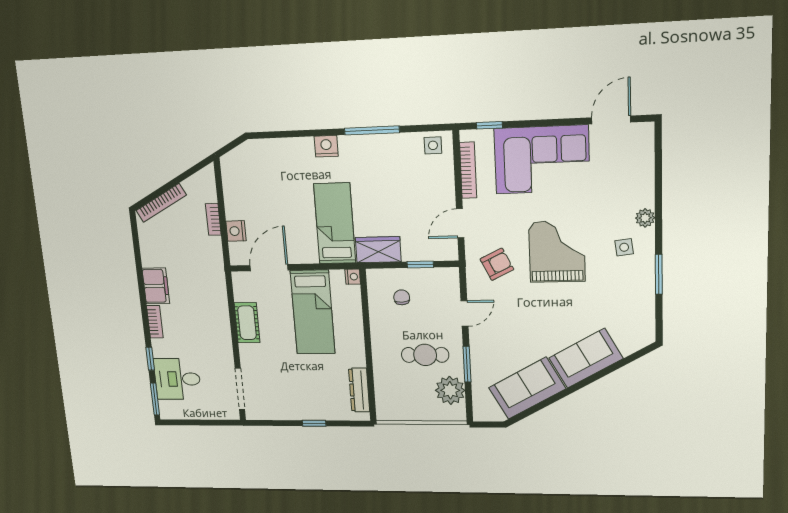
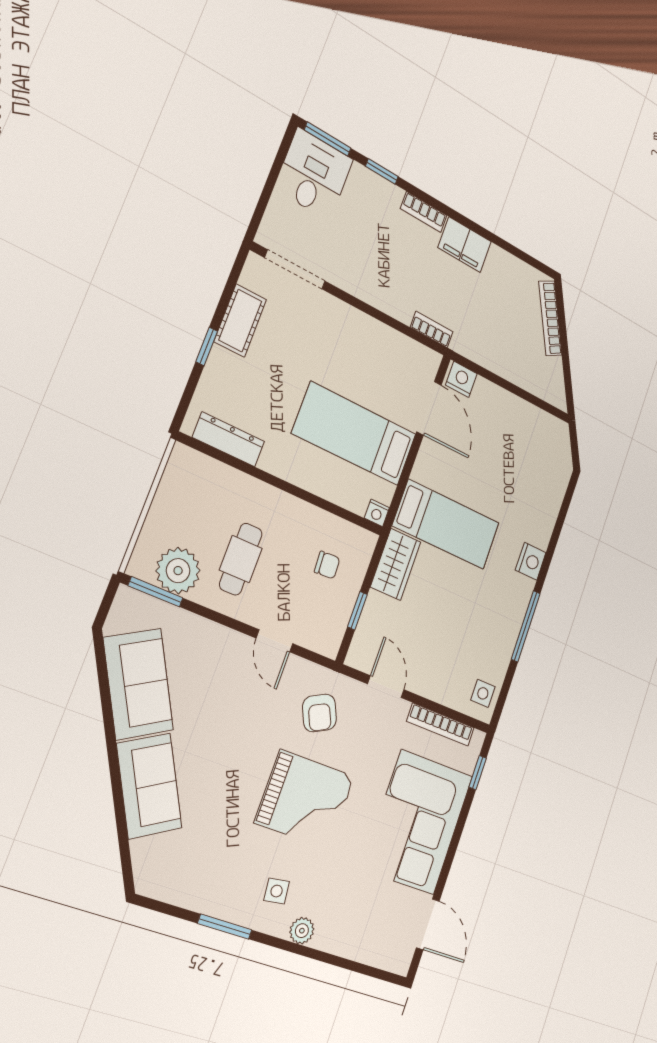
bookcase: (213, 219) -> (432, 329), moved
nightstand: (236, 231) -> (461, 379), moved
cot: (247, 323) -> (240, 321), moved, turned 90
window: (467, 364) -> (156, 592), moved
desk: (177, 379) -> (314, 174), moved

